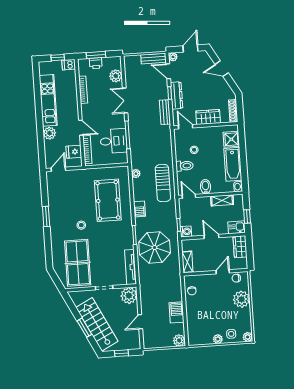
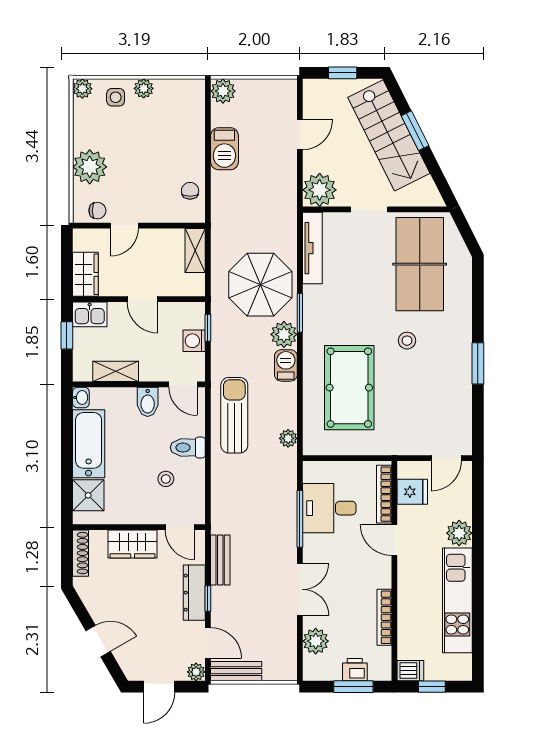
plant: (141, 224) -> (284, 334), added
washing machine: (186, 231) -> (194, 341), moved

